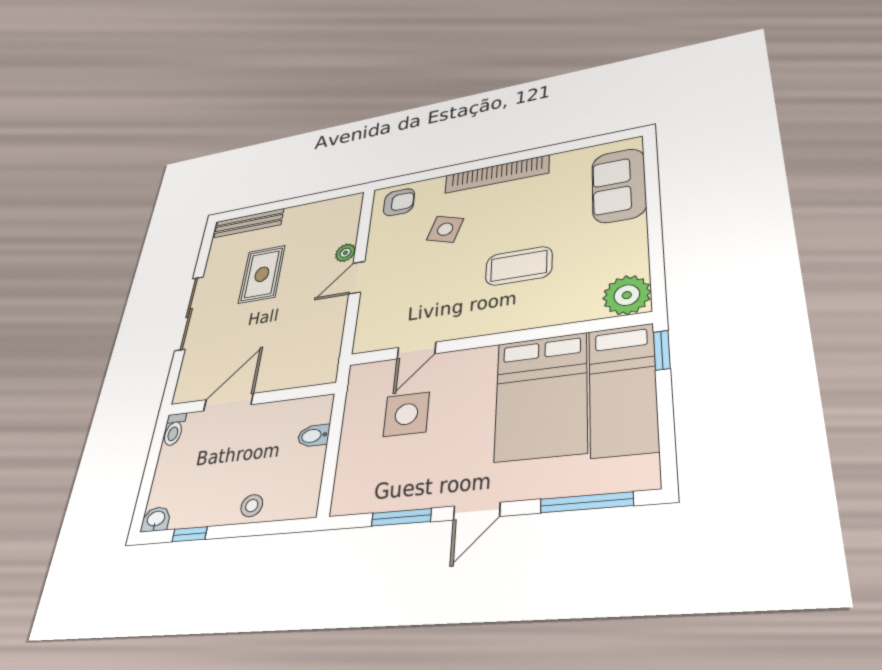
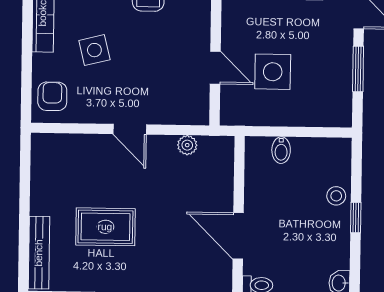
side table: (445, 229) -> (94, 50), turned -32
plant: (345, 253) -> (187, 145), moved
window: (190, 534) -> (356, 218), moved

